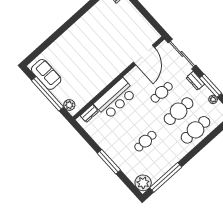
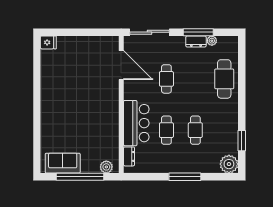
dresser: (195, 81) -> (196, 41), moved
cafe table: (179, 111) -> (166, 130), moved, width x0.73, depth x0.74
window: (166, 177) -> (242, 141), width x0.47

